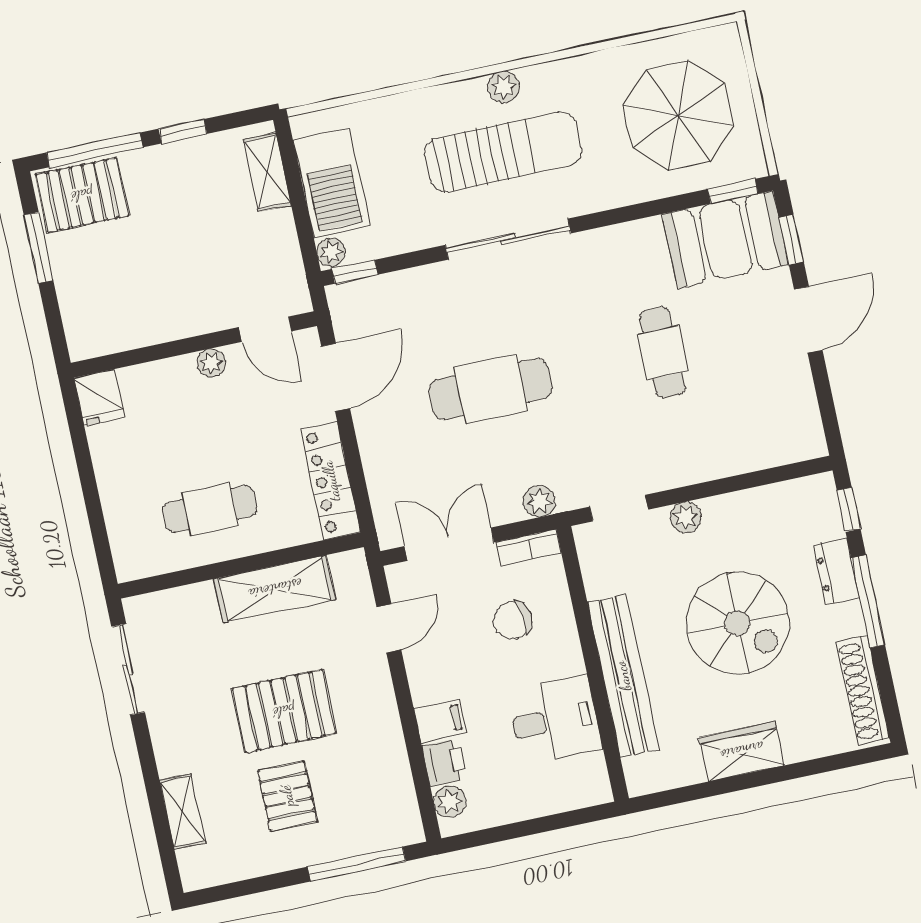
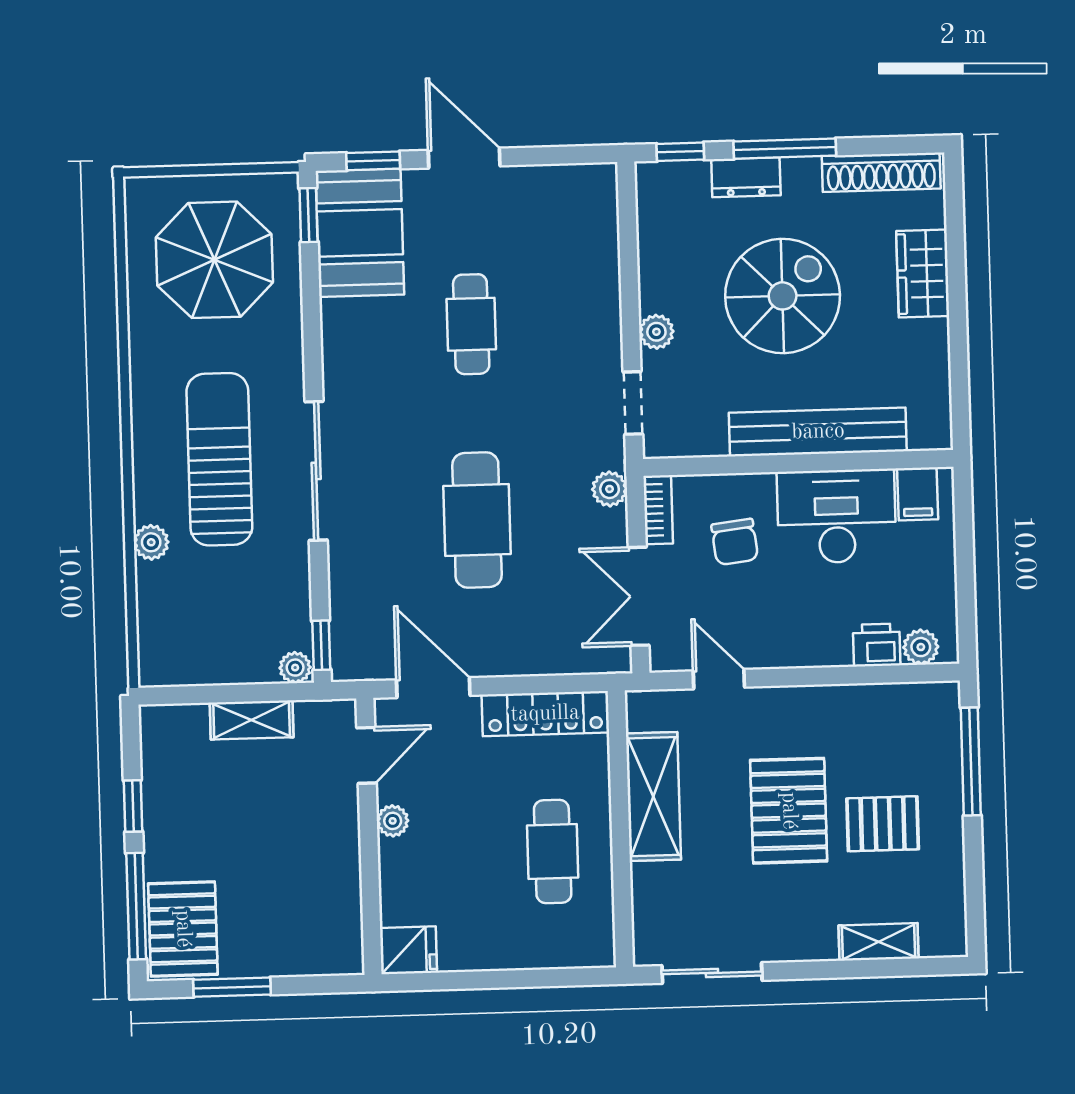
plant: (503, 87) -> (151, 542), moved
shelving: (267, 172) -> (252, 720), moved
barbecue: (332, 183) -> (220, 653), removed
cafe table: (663, 353) -> (471, 324), turned 90
desk: (555, 720) -> (837, 516), width x1.37
filing cabinet: (440, 721) -> (918, 494), moved, turned 180
wardrobe: (742, 751) -> (923, 273), moved

